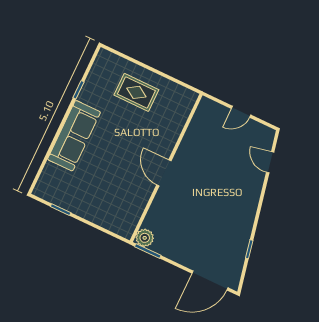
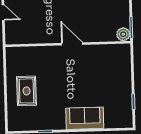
sofa: (74, 136) -> (85, 118), width x0.73
door: (164, 173) -> (72, 44), swing flipped

